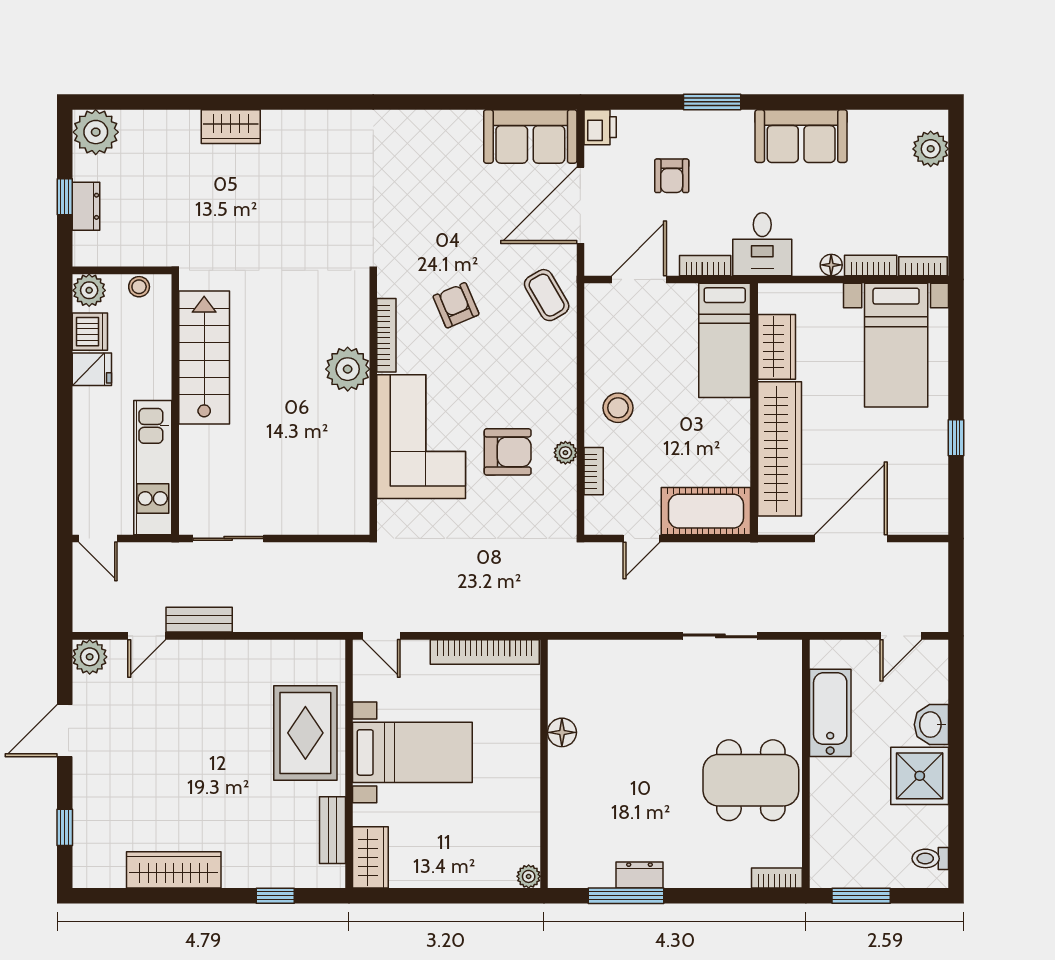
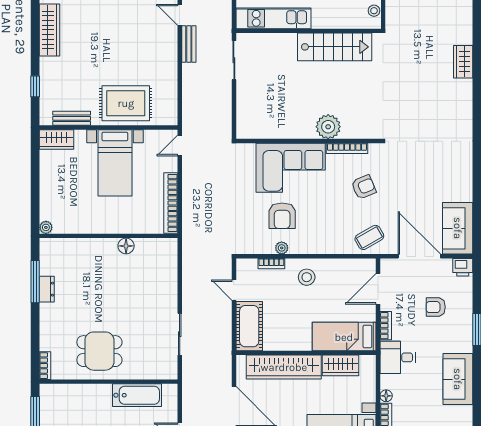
door: (639, 279) -> (378, 289), swing flipped
dining table: (751, 780) -> (99, 351), width x0.73

